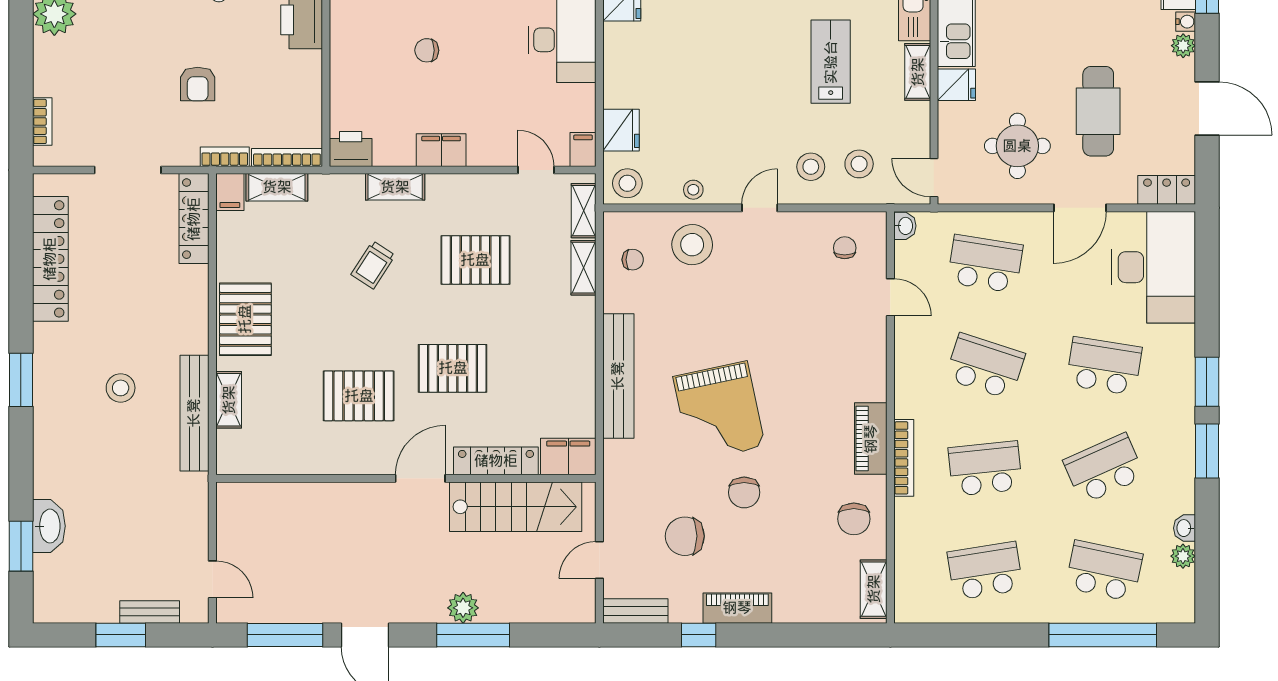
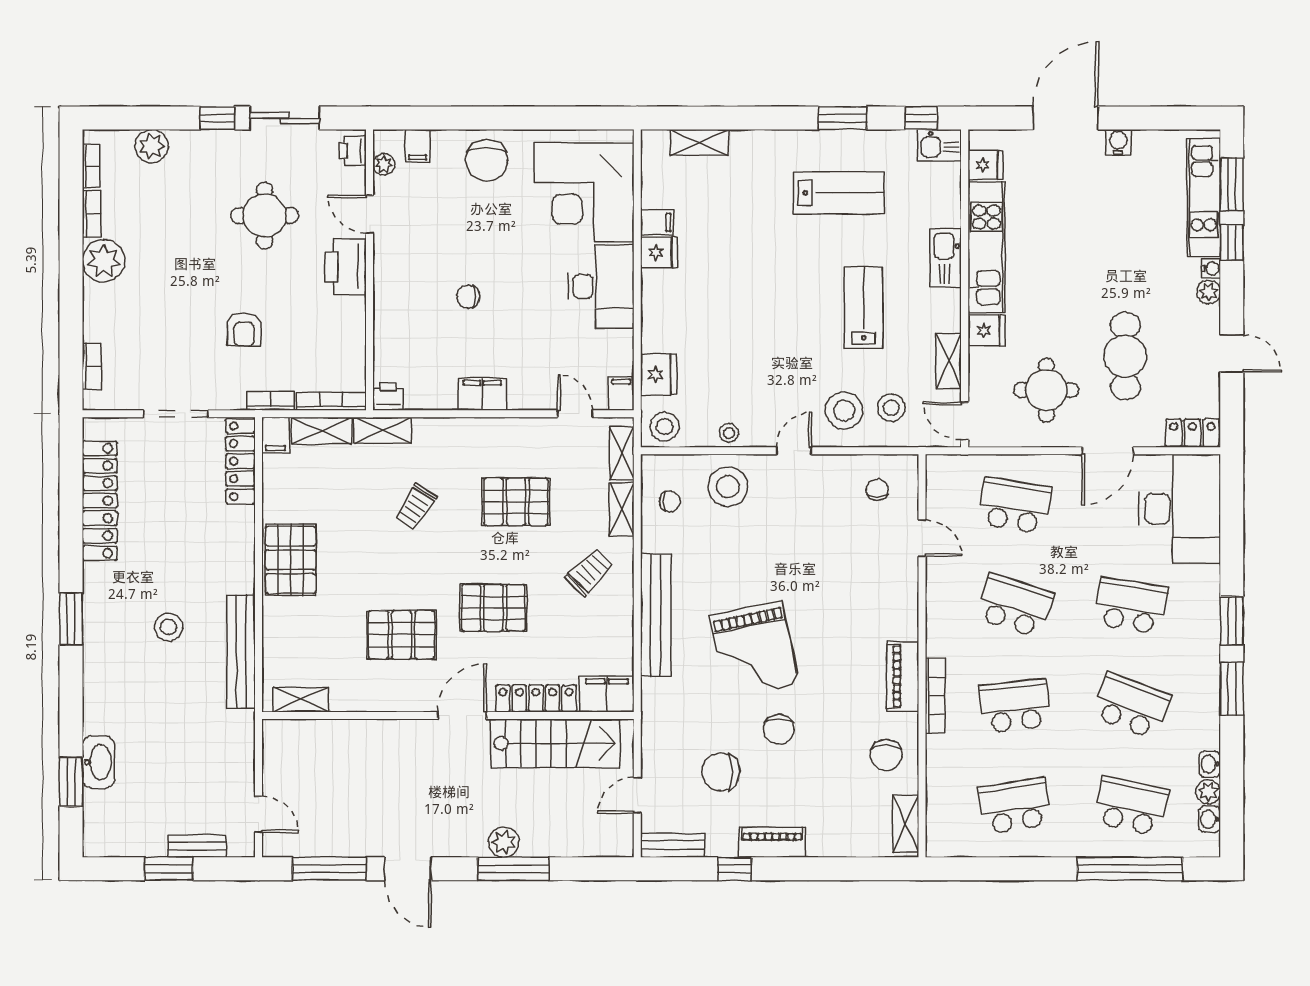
shelving: (918, 72) -> (949, 361), moved
door: (1207, 108) -> (1232, 353), width x0.73
printer: (351, 149) -> (388, 396), width x0.73, depth x0.81
stool: (811, 167) -> (844, 410), width x1.38, depth x1.38
shelving: (395, 187) -> (383, 430), moved
washbasin: (905, 226) -> (1210, 819), moved, turned 180
trolley: (551, 332) -> (589, 572), added
shelving: (229, 400) -> (300, 700), moved, turned 90
school desk: (1104, 469) -> (1131, 706), turned 45

